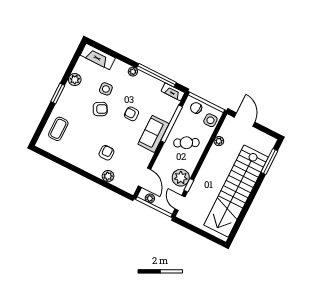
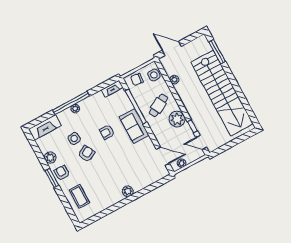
window: (156, 75) -> (71, 103), moved
armchair: (106, 153) -> (62, 173), moved
plant: (108, 176) -> (128, 191), moved
plant: (181, 178) -> (177, 119), moved

